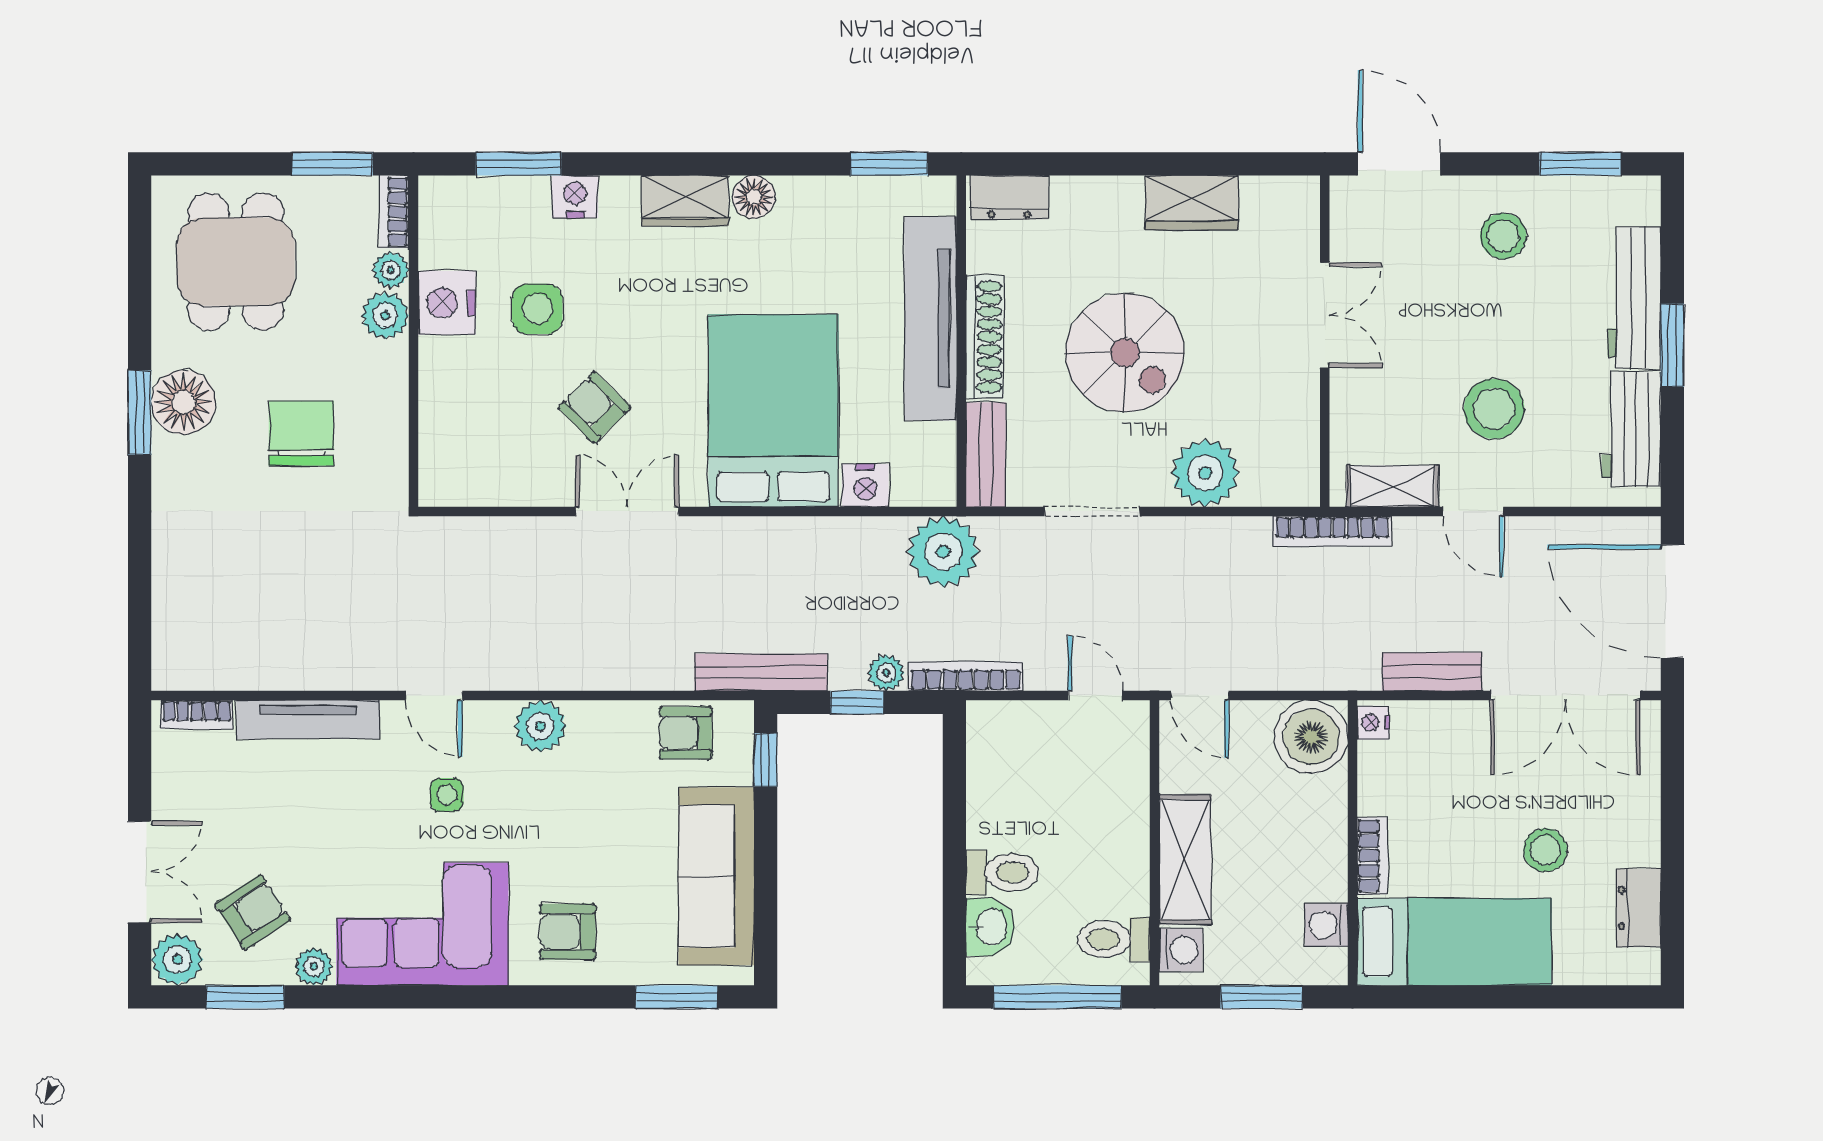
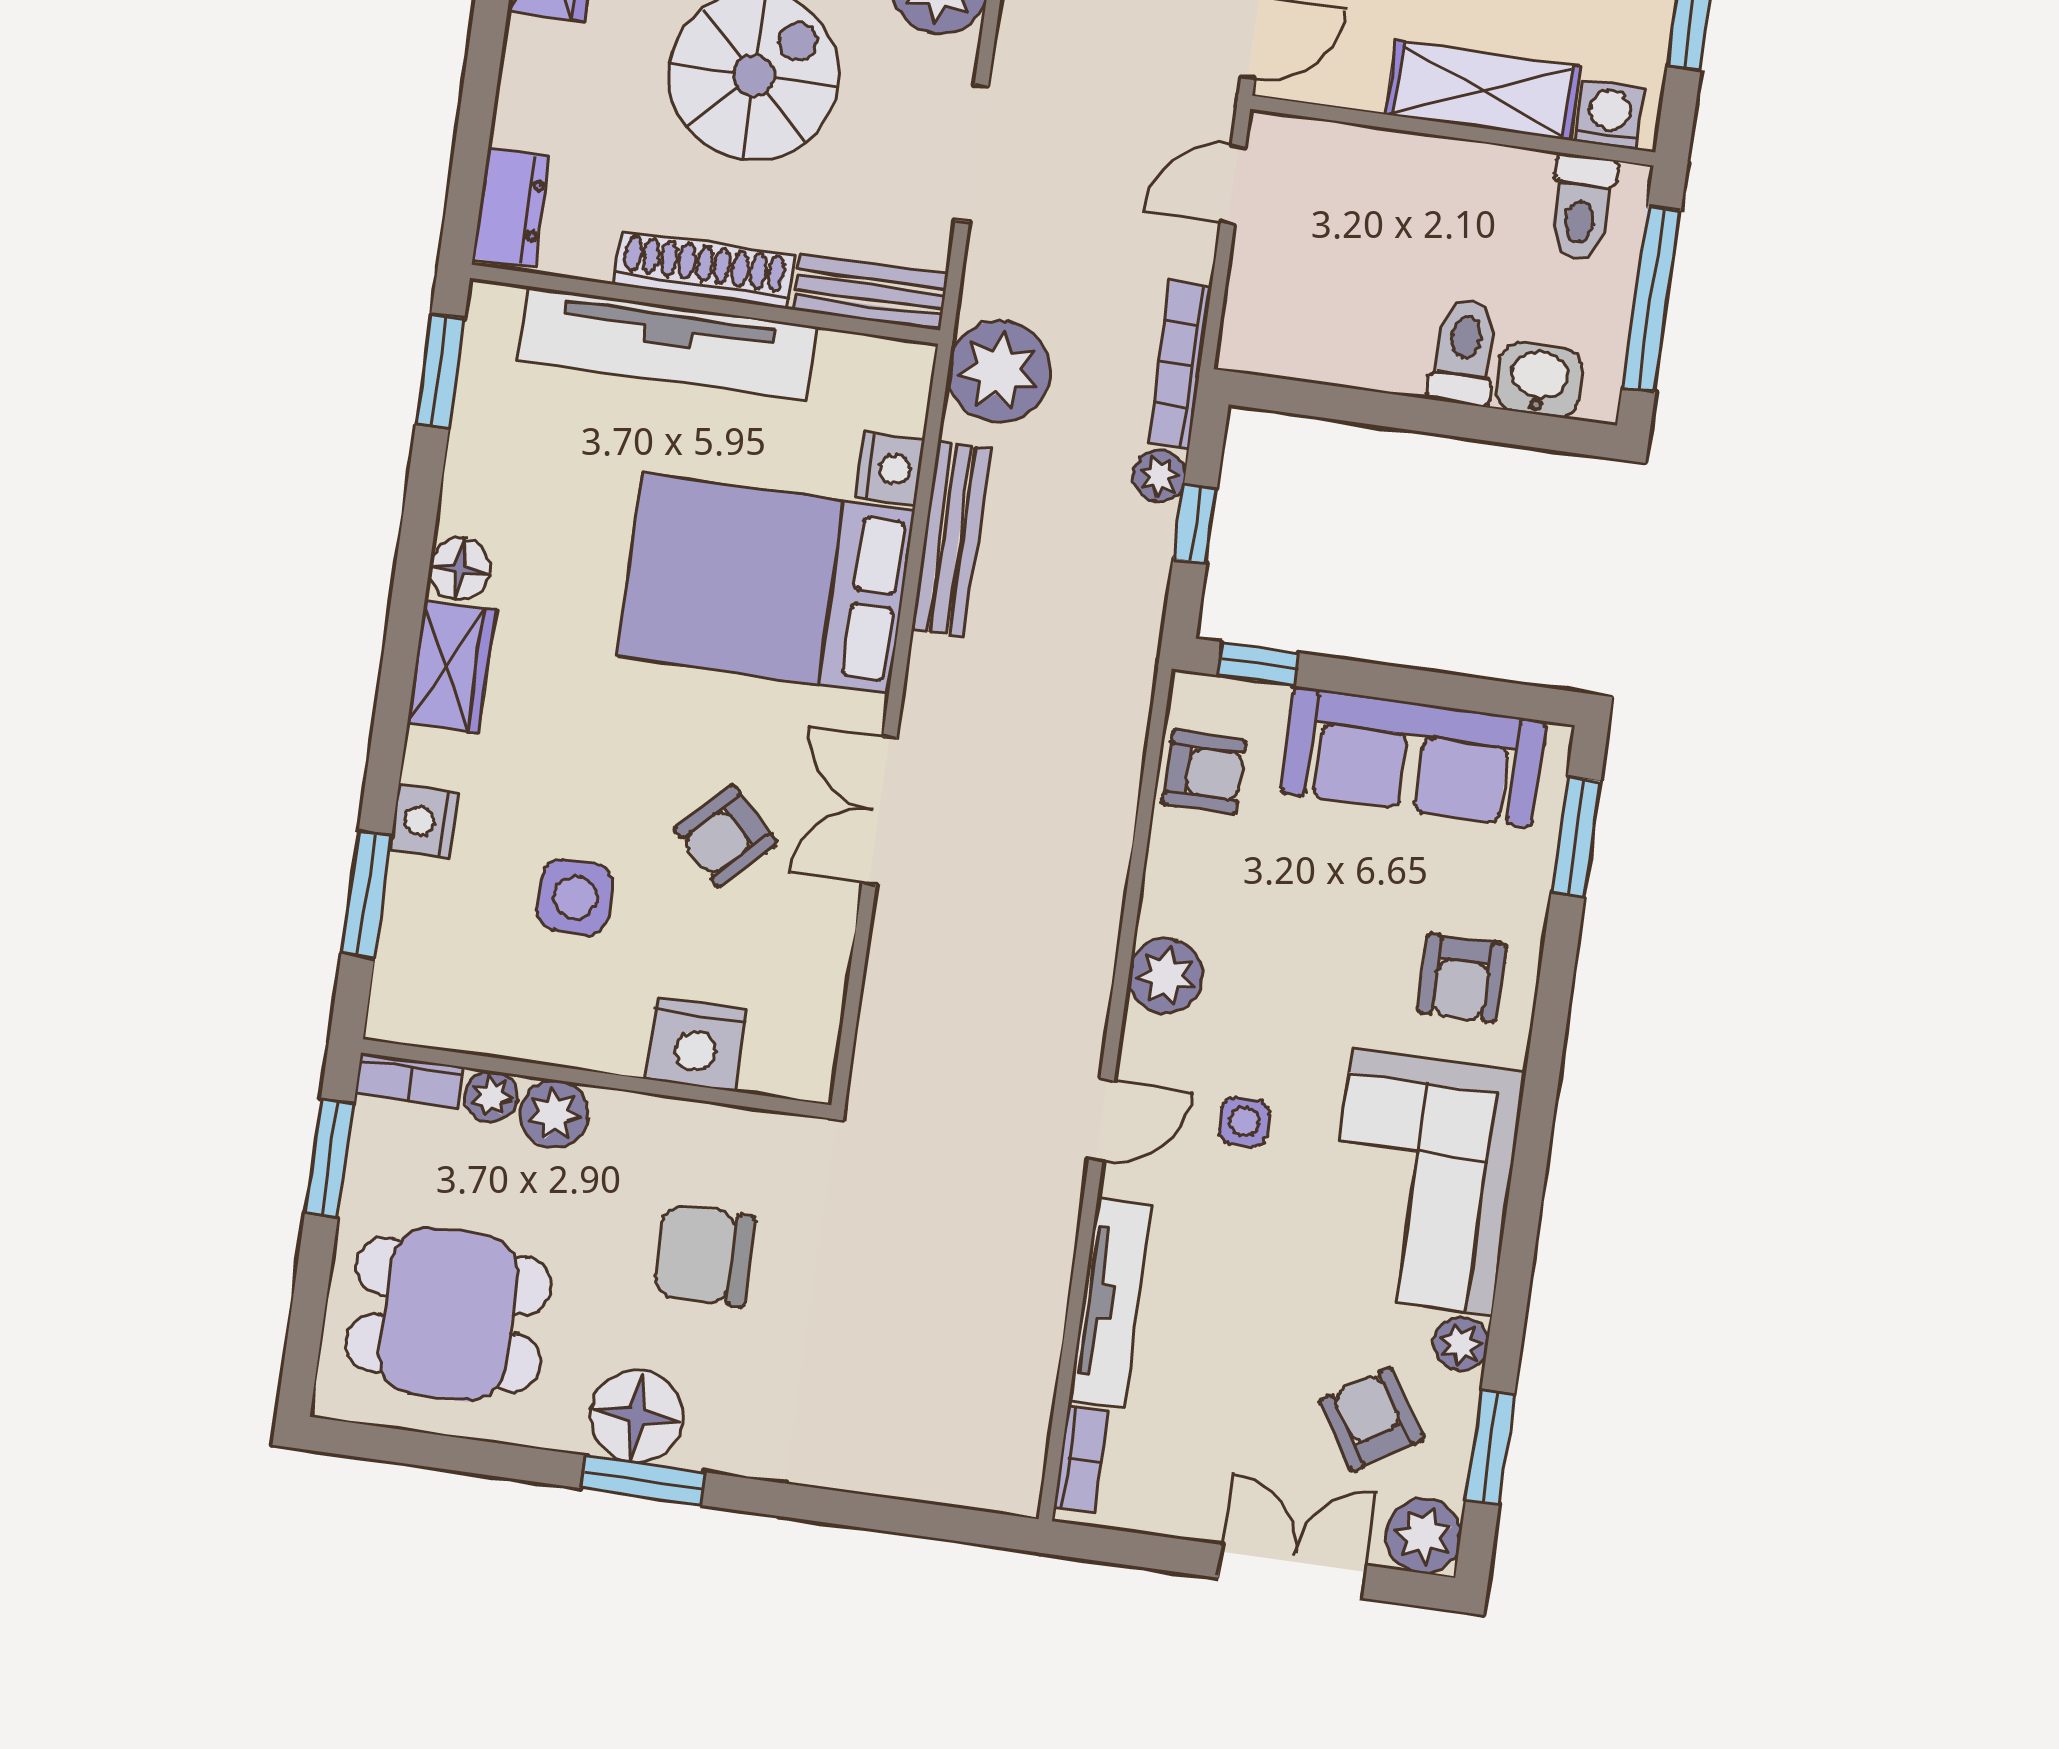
nightstand: (447, 303) -> (696, 1045), moved
bench: (761, 672) -> (951, 539), moved
armchair: (685, 733) -> (1204, 772), turned -90

